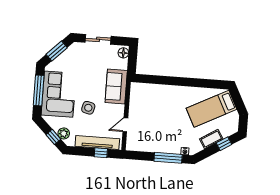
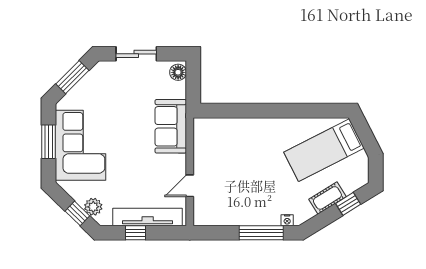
window: (39, 90) -> (49, 142), width x0.69
side table: (88, 108) -> (129, 163), removed
window: (101, 153) -> (135, 233), moved

